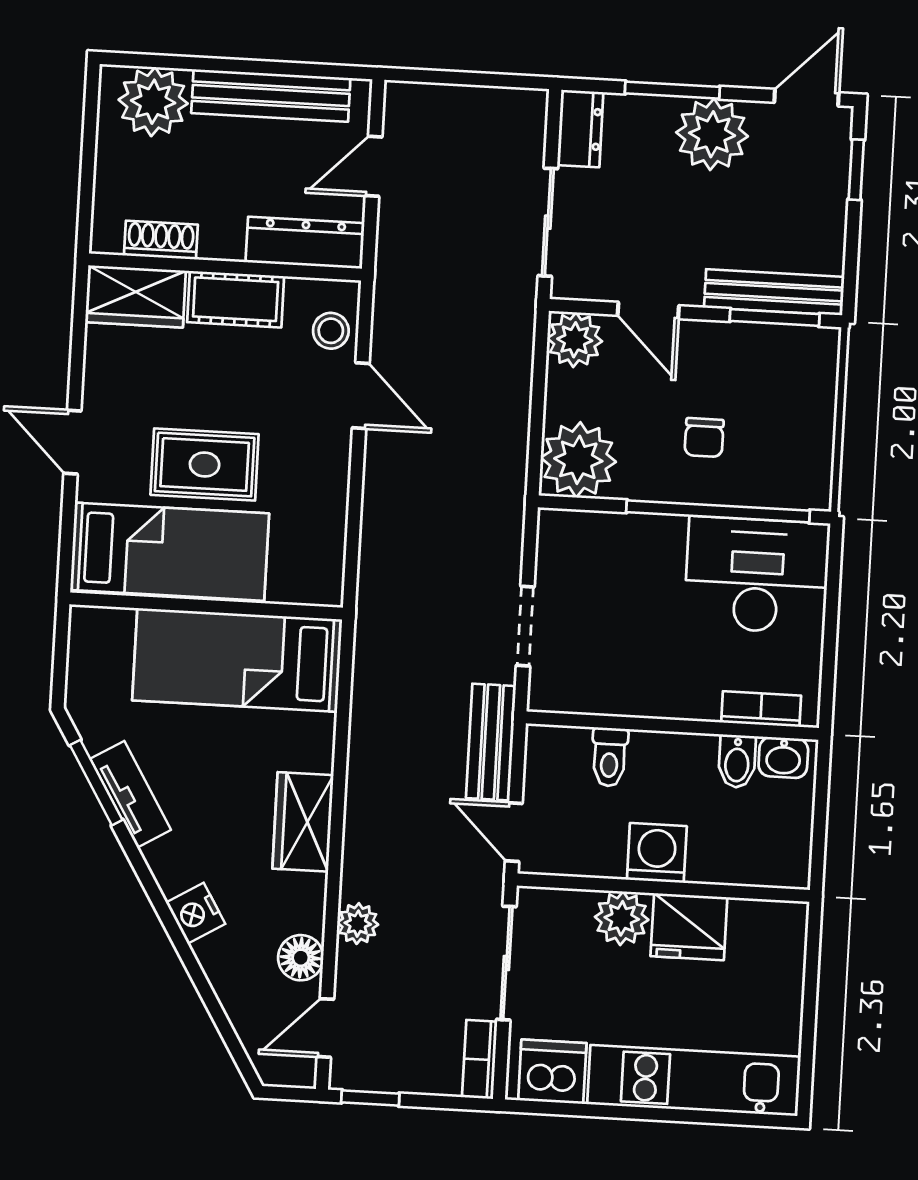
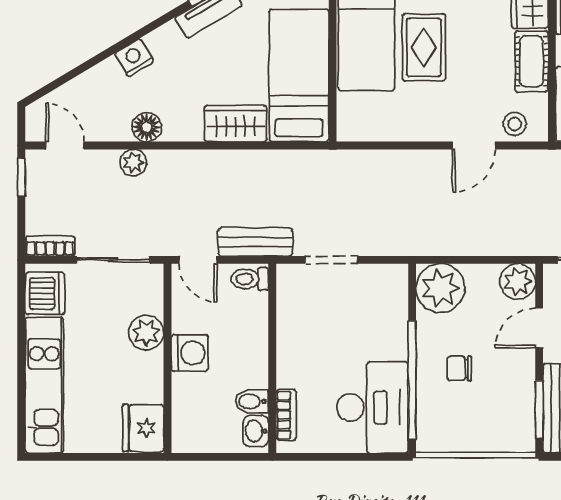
toilet: (609, 757) -> (250, 279), moved
wardrobe: (303, 822) -> (235, 124), moved
door: (514, 832) -> (198, 260), swing flipped
fridge: (689, 927) -> (143, 428), moved
floor lamp: (301, 958) -> (147, 127), moved

